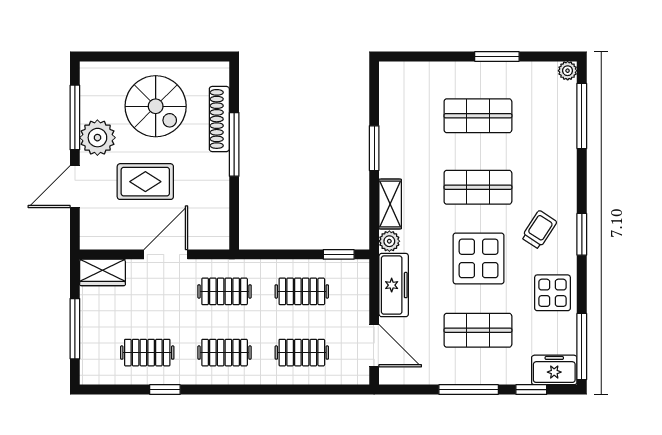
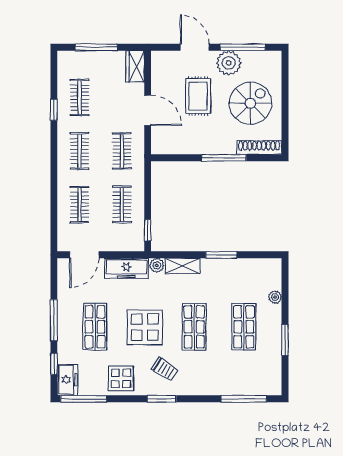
plant: (568, 71) -> (275, 297), moved
spiral stairs: (156, 106) -> (250, 103), turned 180
shoe rack: (219, 119) -> (259, 147), moved

